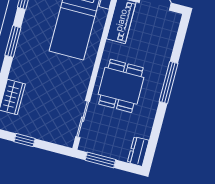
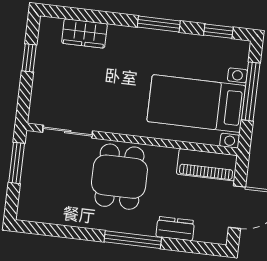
dining table: (121, 86) -> (119, 177), turned 90
dresser: (138, 151) -> (175, 229), moved

